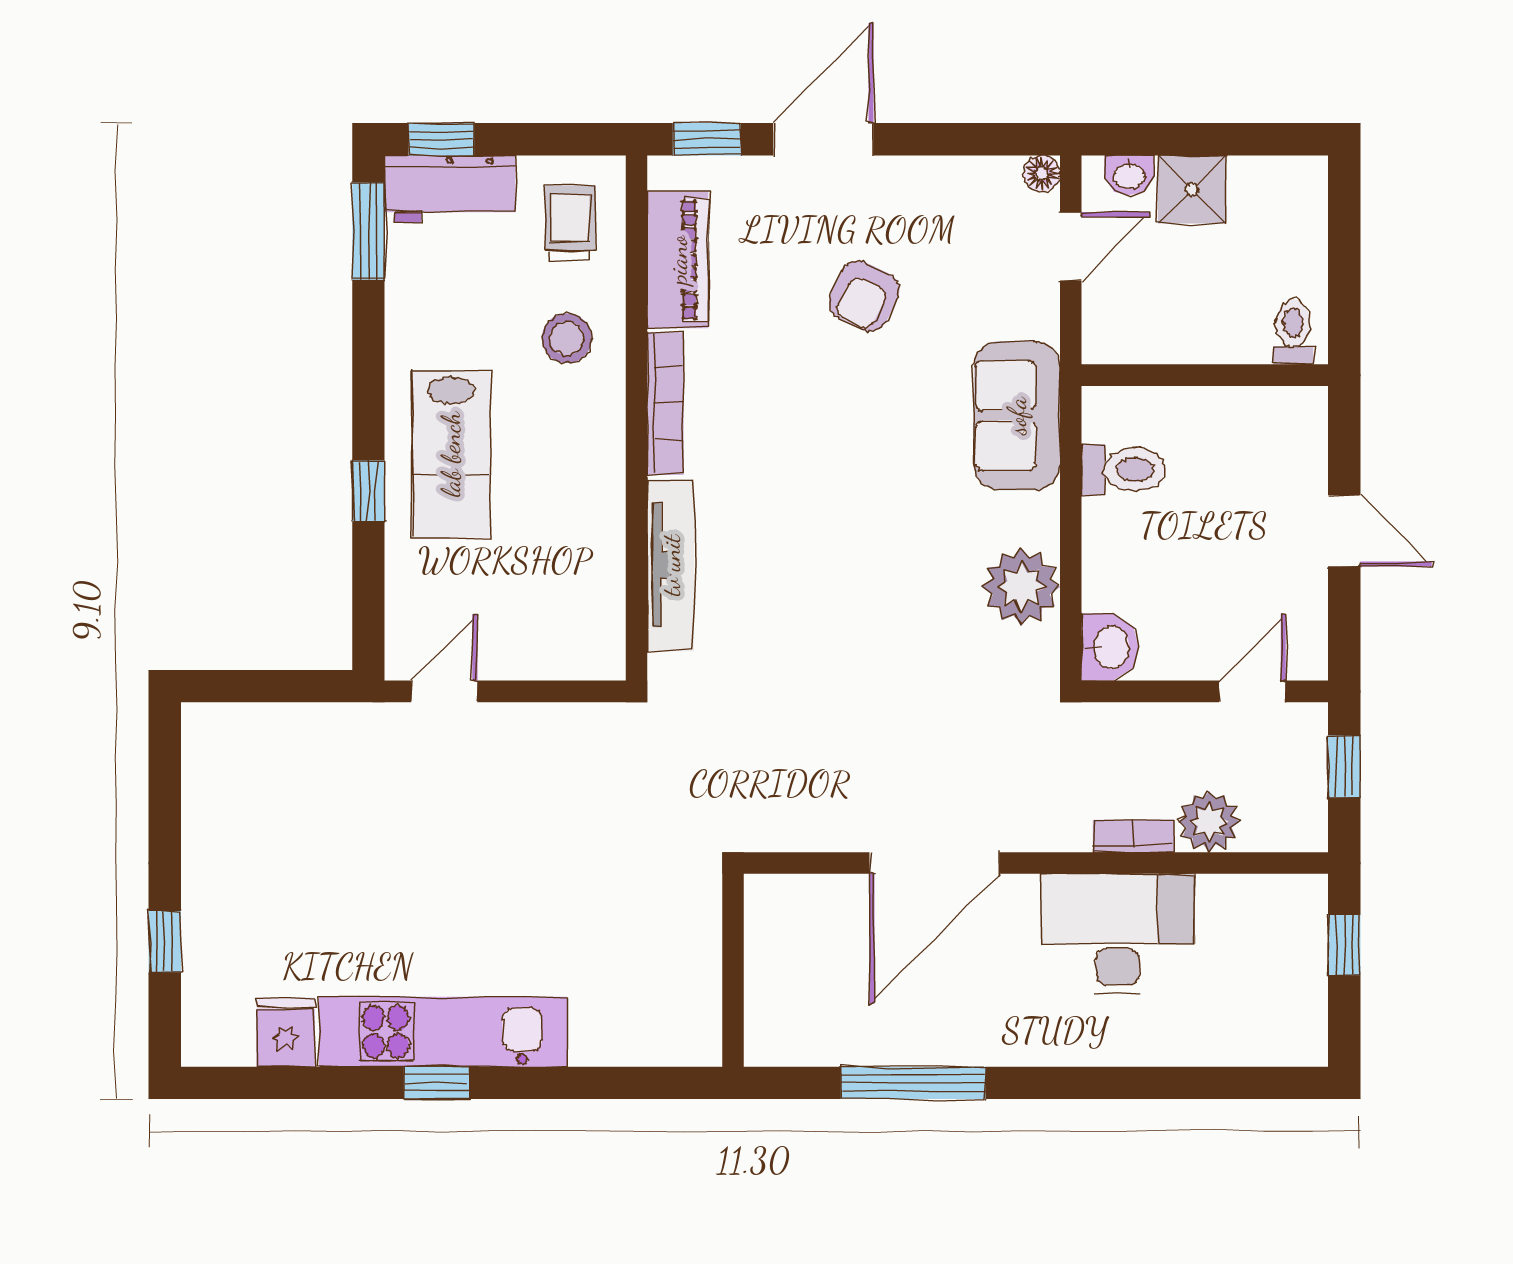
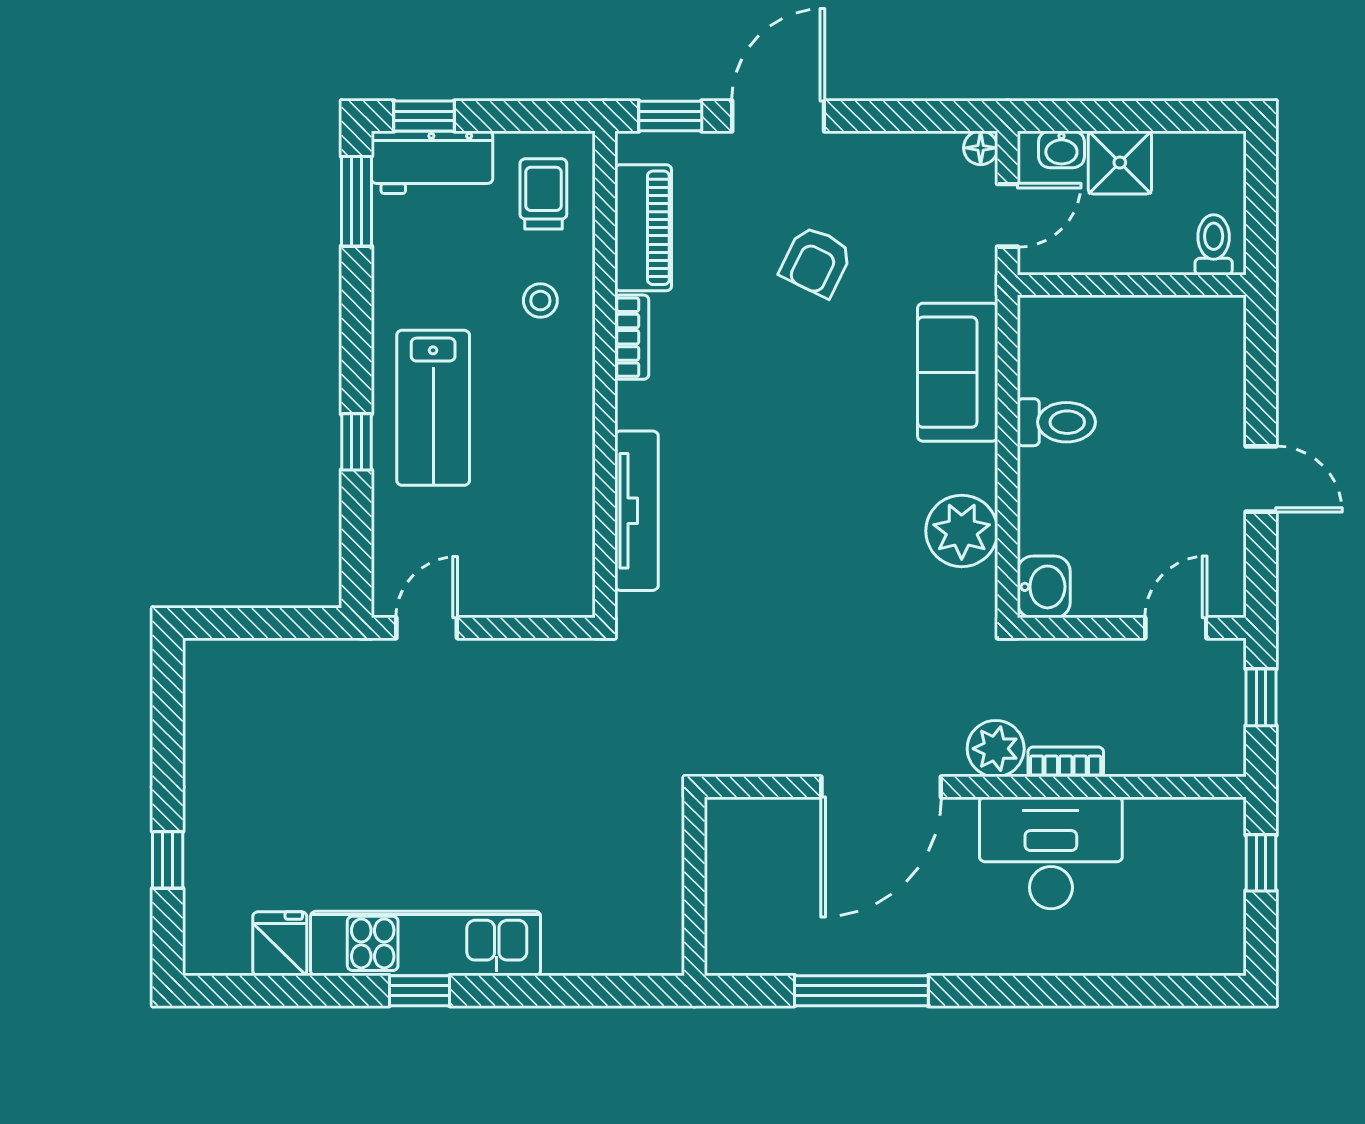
toilet: (1293, 332) -> (1214, 245), moved
stool: (567, 338) -> (540, 301), width x0.73, depth x0.73
wall: (1205, 375) -> (1132, 285), moved
bookcase: (665, 404) -> (632, 337), width x0.64
plant: (1209, 822) -> (996, 749), moved

